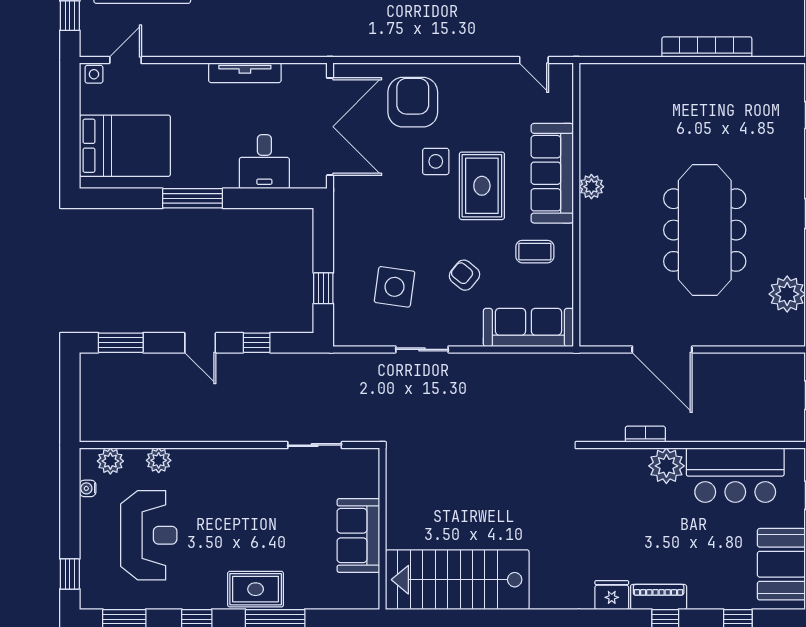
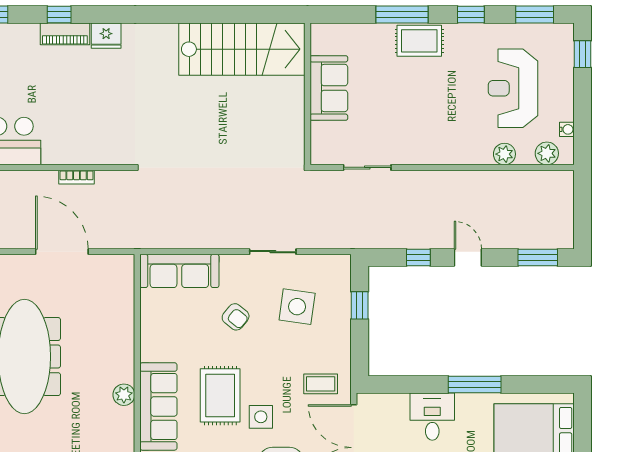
desk: (264, 162) -> (432, 417), moved
coffee table: (535, 252) -> (321, 384), moved
plant: (666, 466) -> (58, 149), removed

